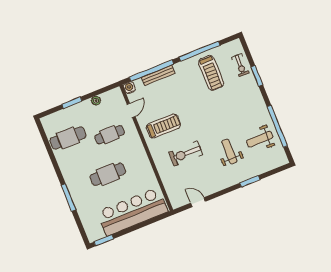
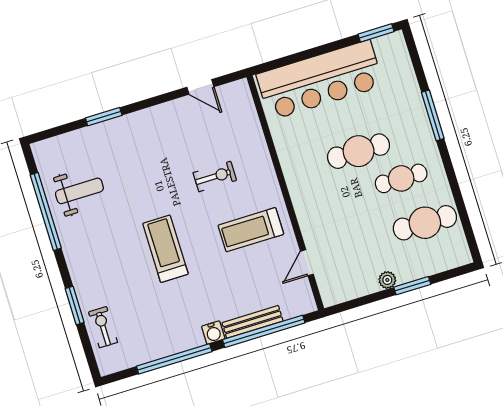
treadmill: (211, 73) -> (165, 249), moved
water cooler: (129, 88) -> (213, 333), moved
plant: (96, 101) -> (387, 280), moved
cafe table: (110, 135) -> (401, 178), moved
weight bench: (229, 152) -> (136, 173), removed
exercise bike: (186, 154) -> (215, 176), width x0.73, depth x0.72

